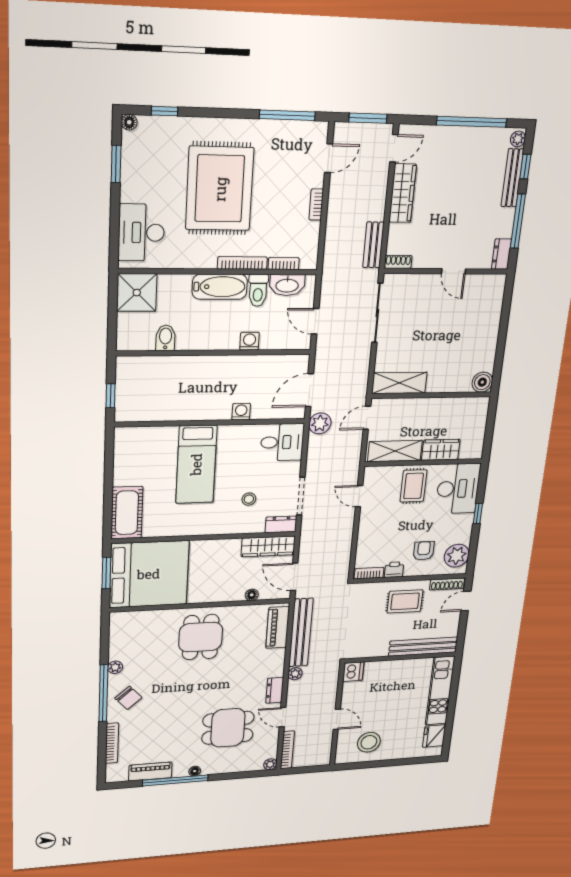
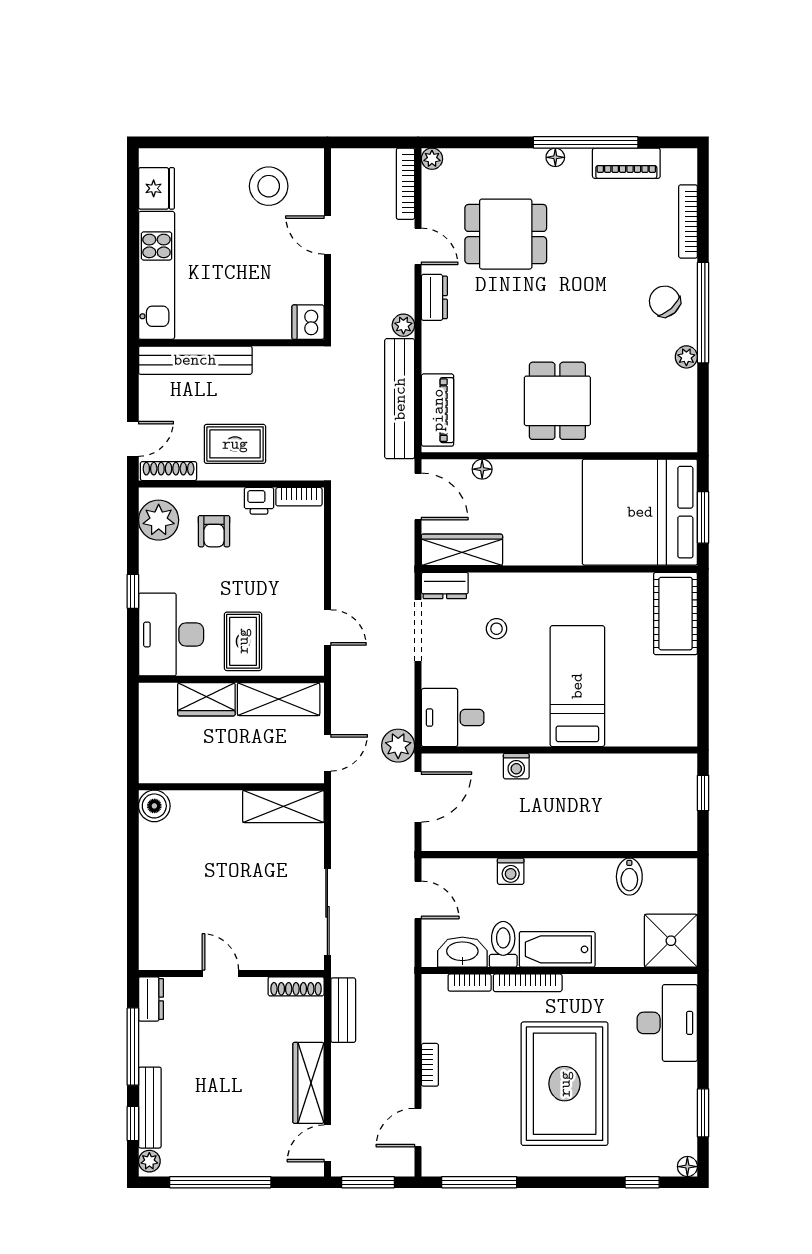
shoe rack: (398, 262) -> (296, 986), width x1.43

